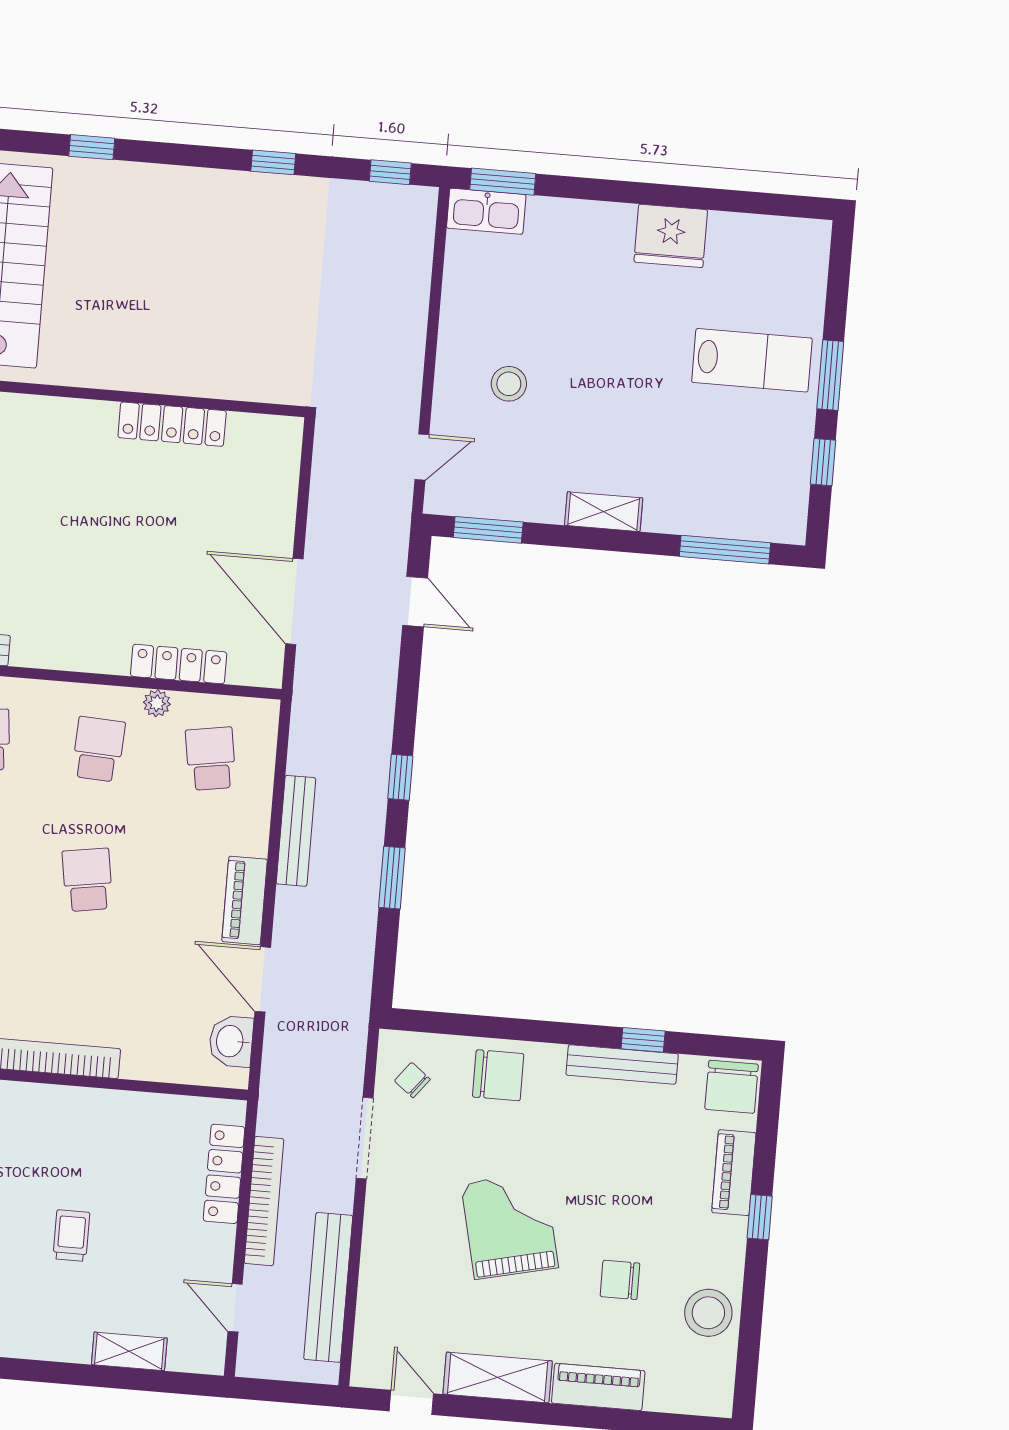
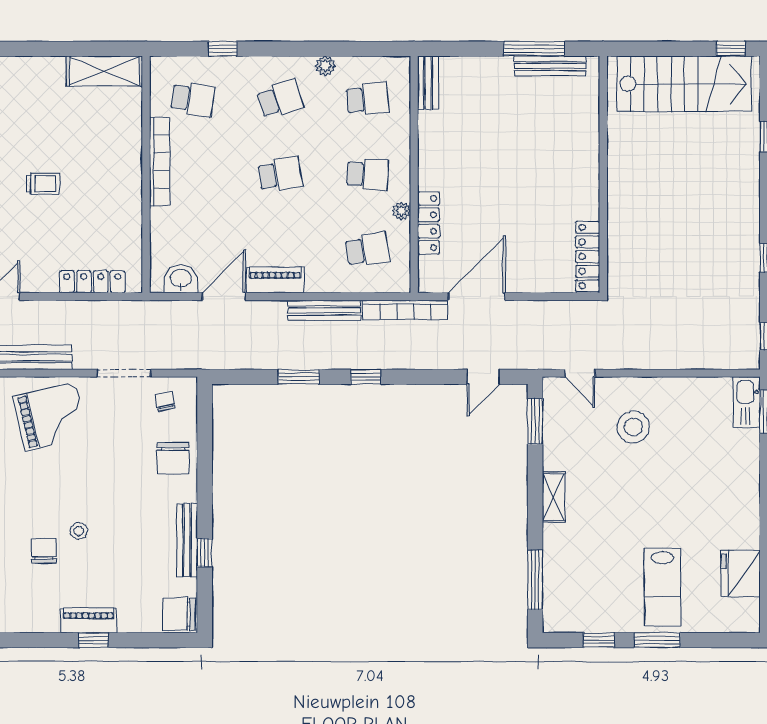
fridge: (671, 236) -> (741, 573), moved
stool: (509, 384) -> (633, 427), width x1.38, depth x1.38
locker: (172, 424) -> (588, 257), moved
chair: (412, 1080) -> (165, 402), turned -49
piano: (734, 1173) -> (89, 620), moved
bookcase: (264, 1201) -> (405, 310), moved
grand piano: (510, 1226) -> (51, 417), moved
stool: (708, 1313) -> (79, 531), moved, width x0.53, depth x0.53

